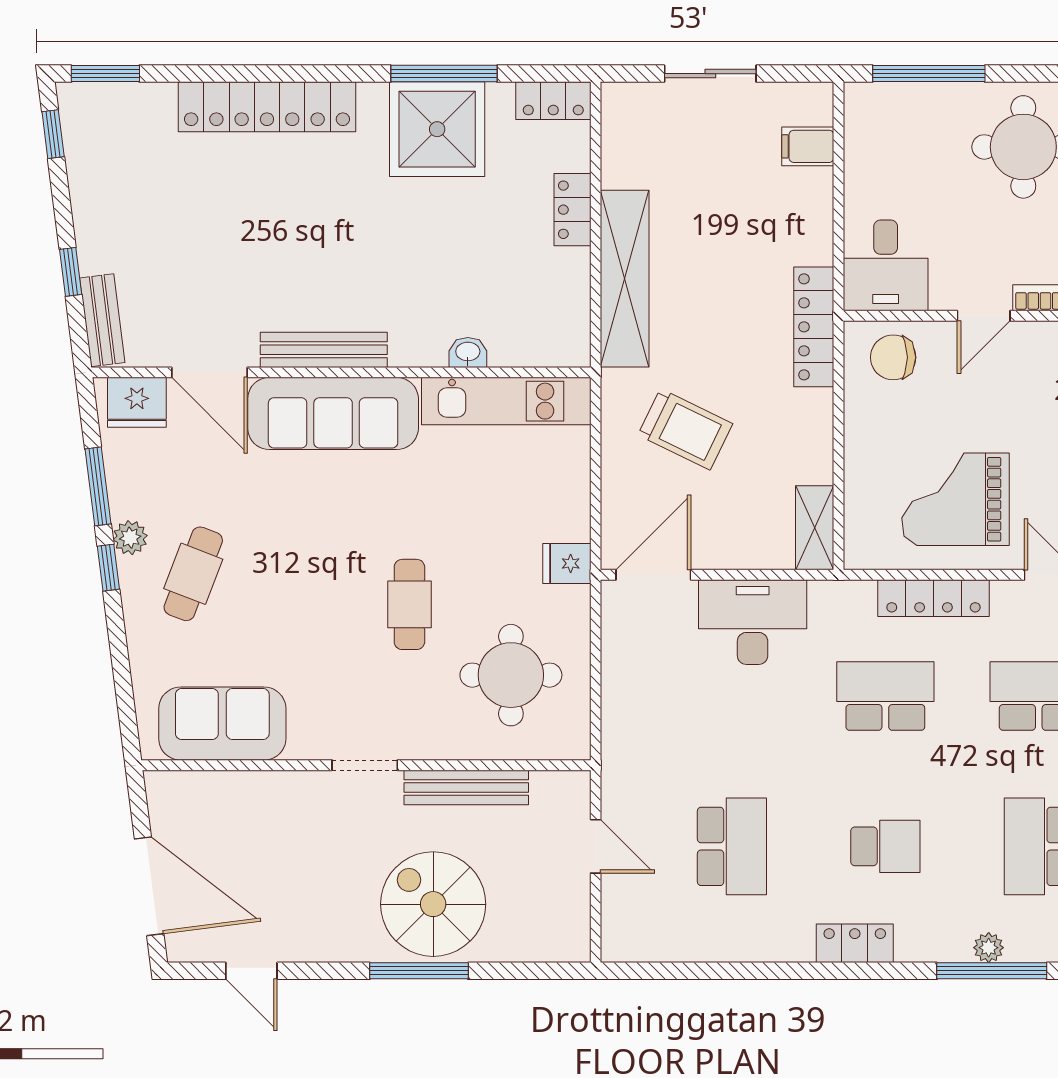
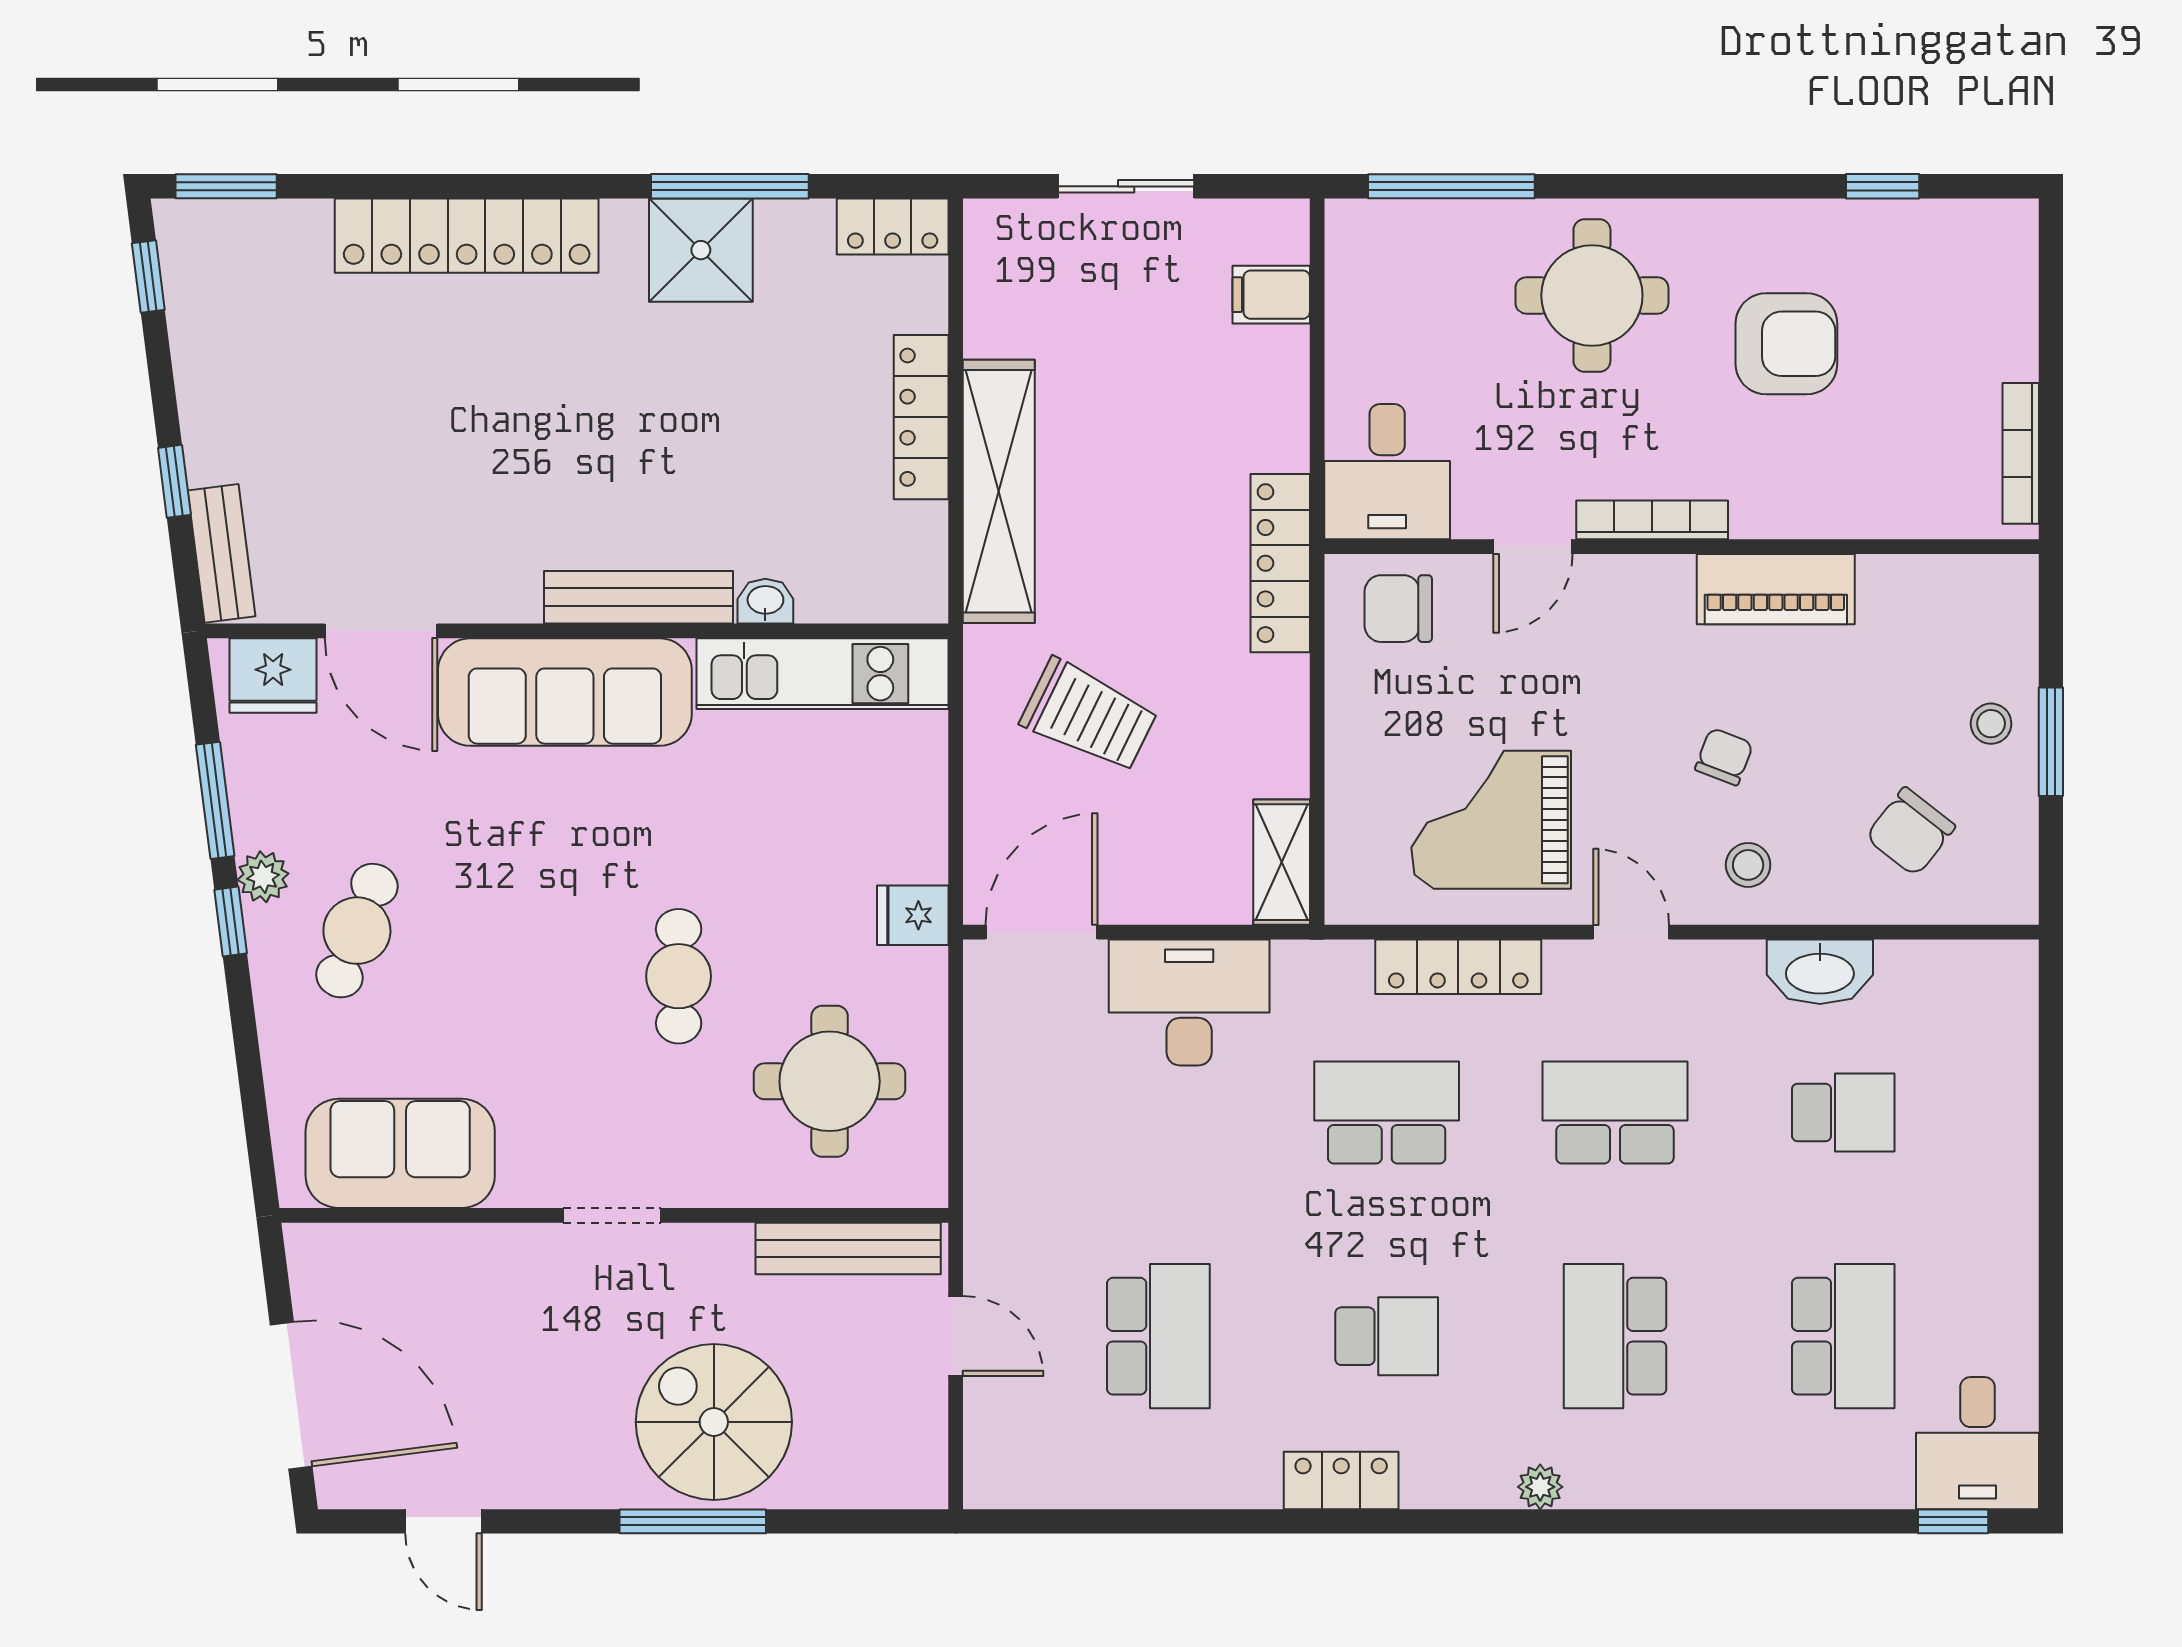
shower: (437, 129) -> (701, 250), width x0.73, depth x0.73
locker: (572, 210) -> (921, 417), width x1.53
bench: (324, 350) -> (638, 597), moved
bench: (466, 787) -> (848, 1248), moved
window: (992, 971) -> (1545, 1521), removed

